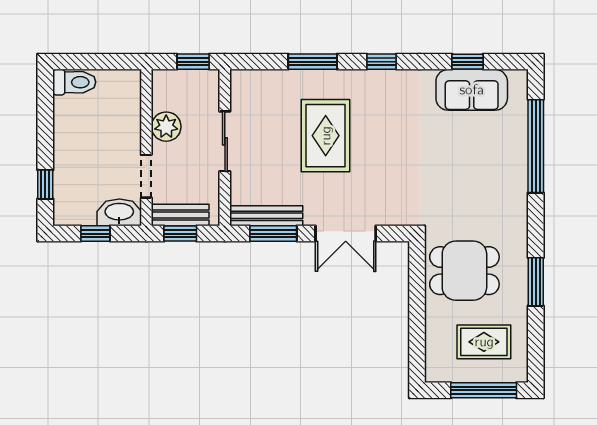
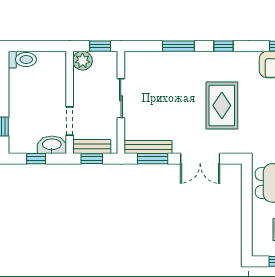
plant: (166, 127) -> (83, 61), moved
rug: (326, 136) -> (222, 105), moved

